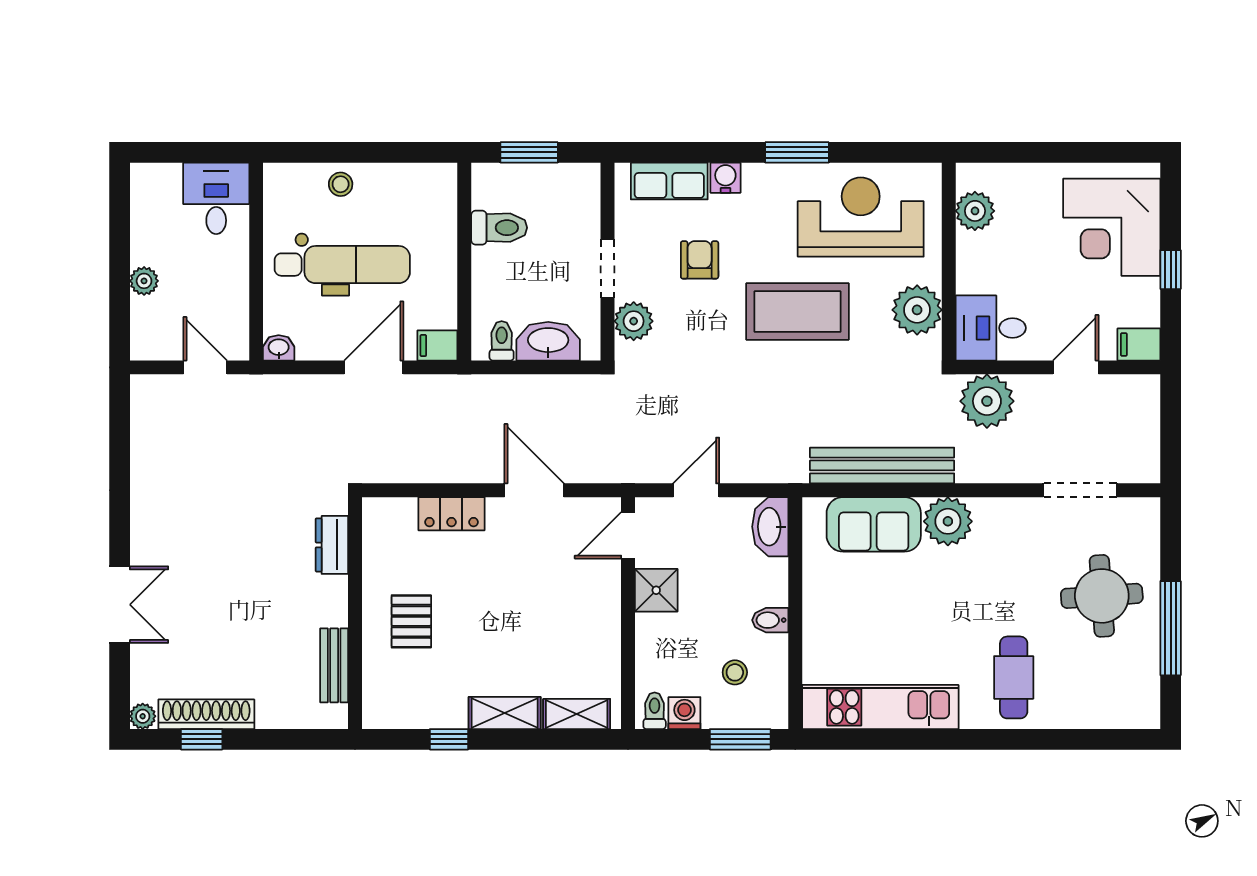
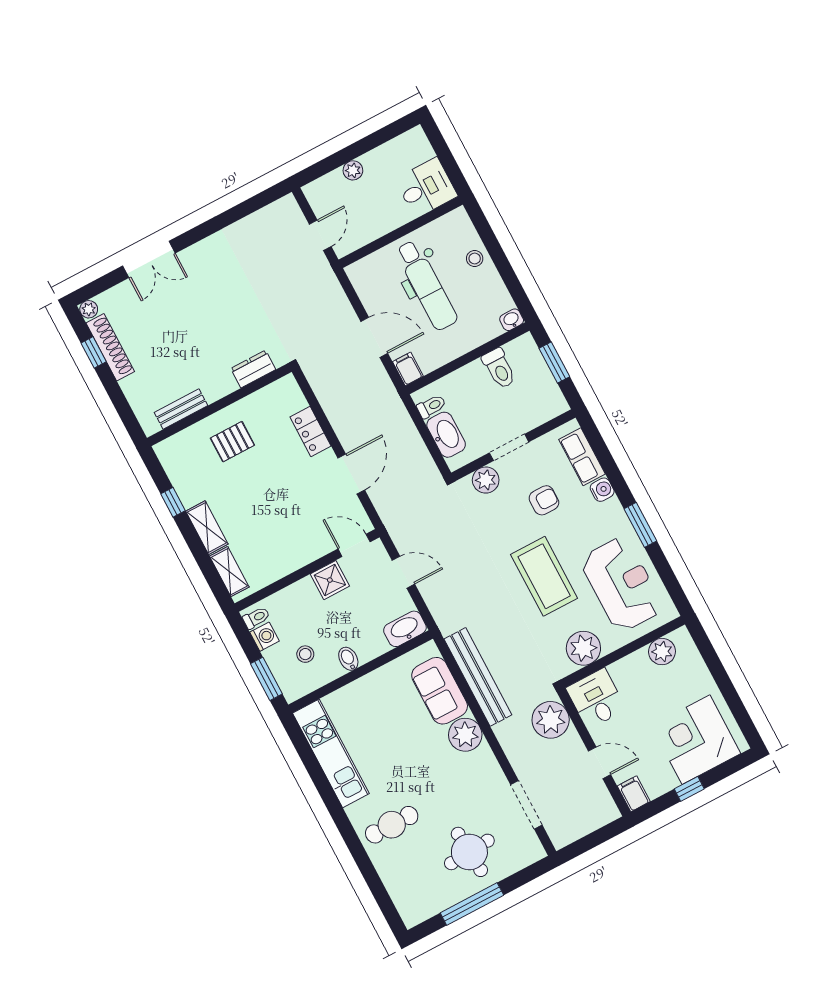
washbasin: (279, 348) -> (512, 320), moved, turned -90

